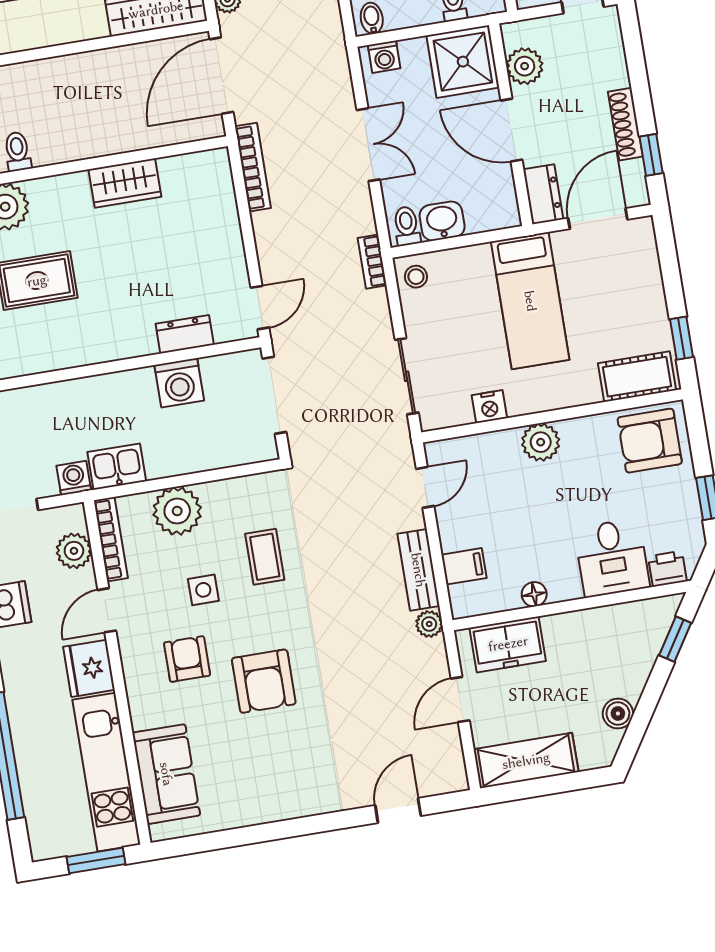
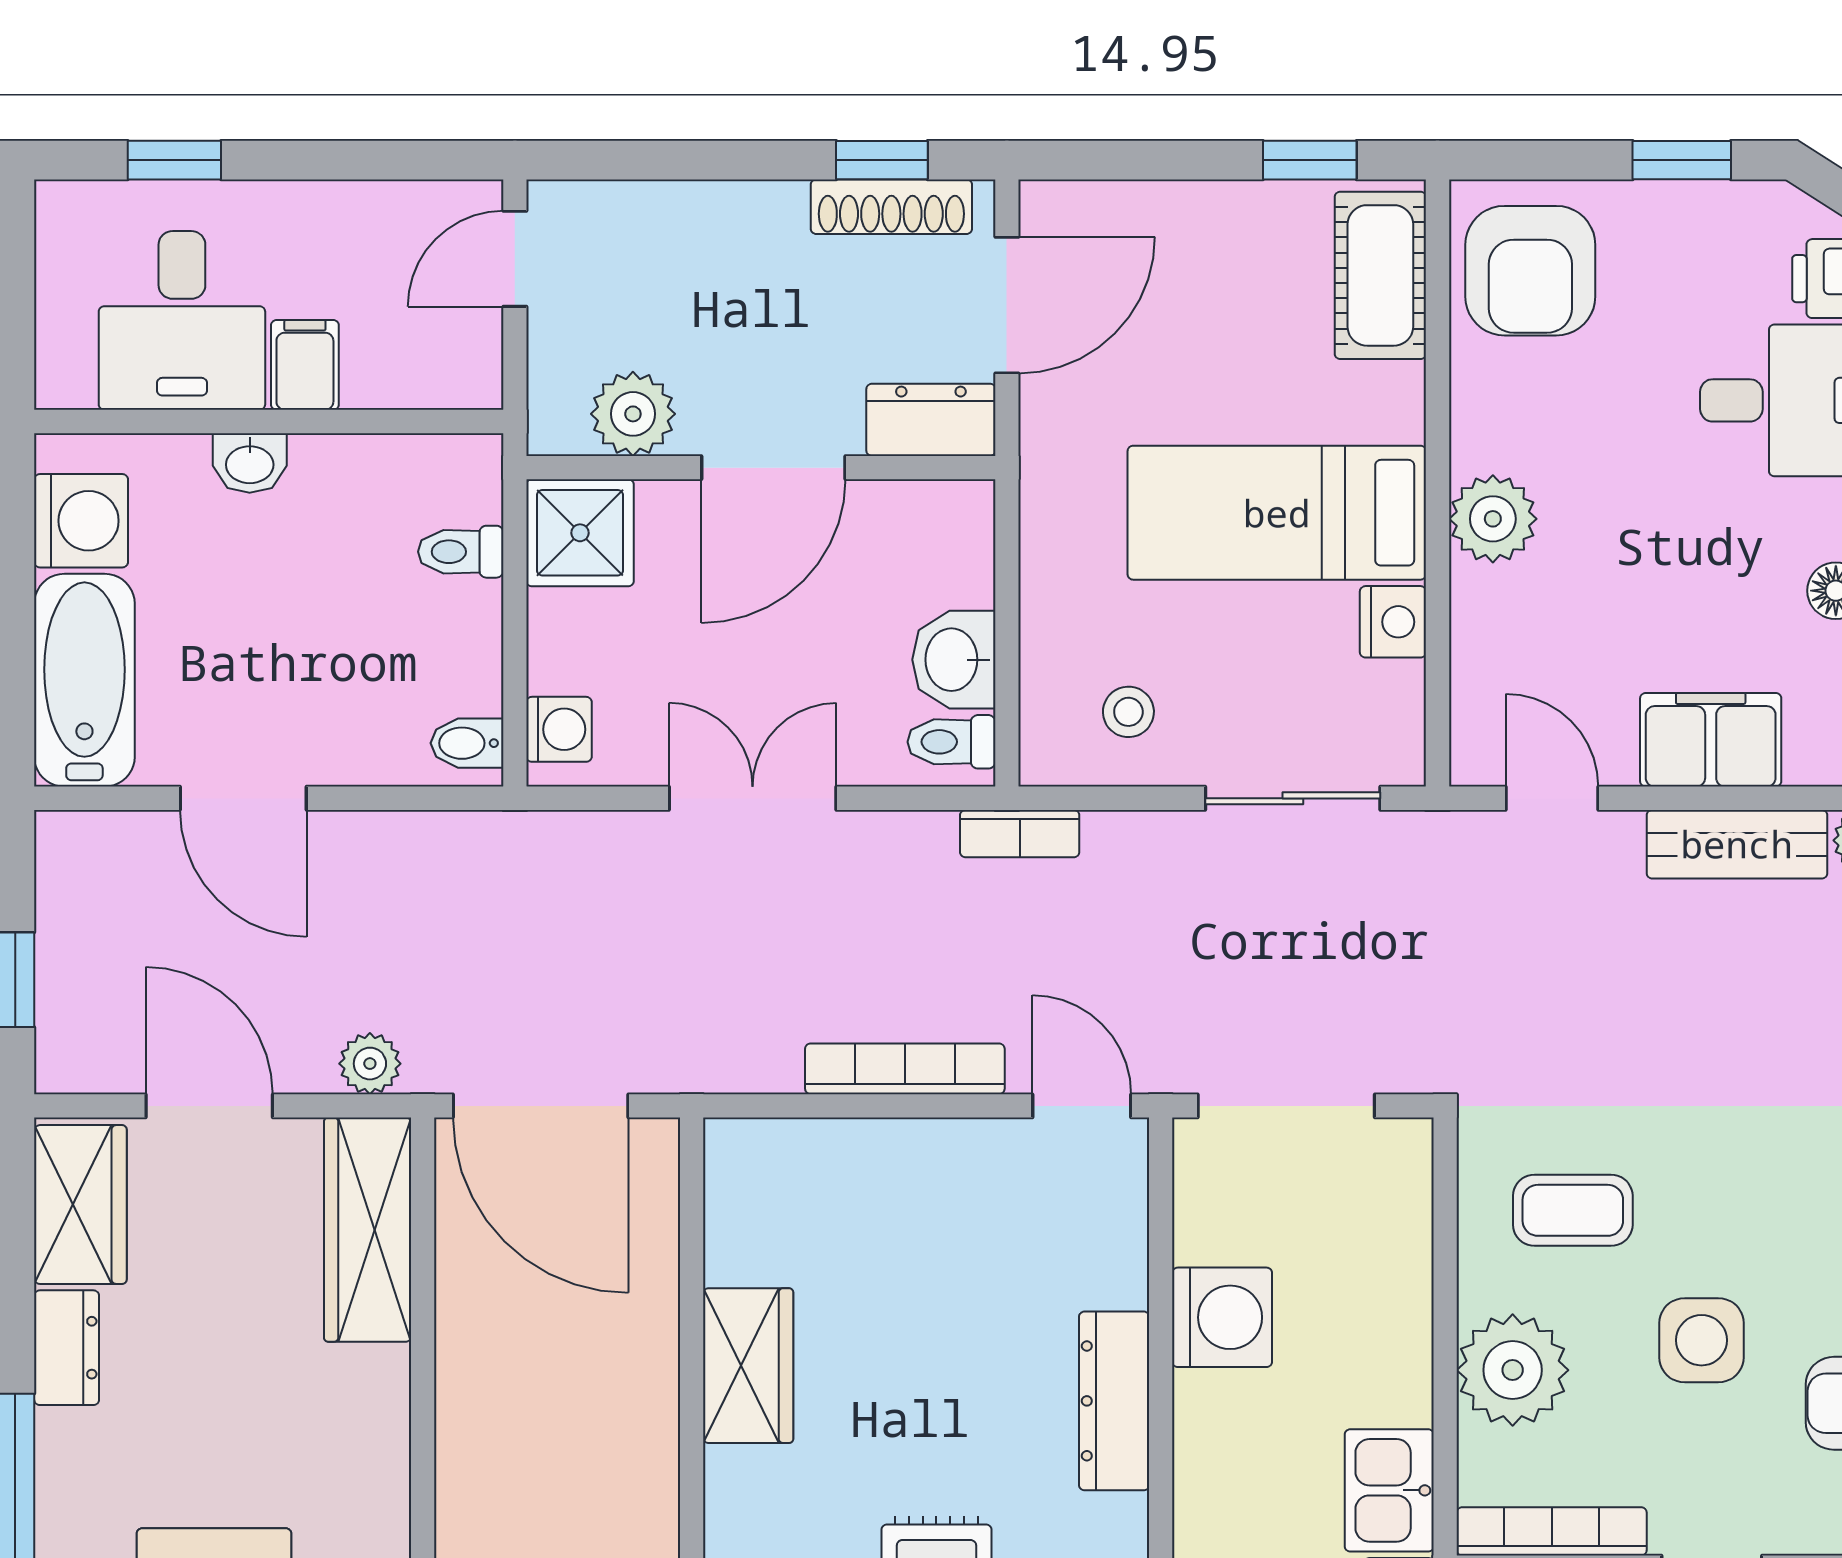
shower: (463, 62) -> (580, 533), width x0.73, depth x0.73
shoe rack: (625, 124) -> (891, 207), moved
bookcase: (253, 167) -> (905, 1069), moved
door: (598, 219) -> (1007, 305), swing flipped
stool: (416, 277) -> (1128, 712), moved
bed: (530, 301) -> (1277, 513), moved, turned 180
dresser: (185, 334) -> (1114, 1401), moved, width x1.44
coffee table: (265, 557) -> (1573, 1210), moved
filing cabinet: (464, 566) -> (1711, 740), width x2.00
side table: (203, 590) -> (1701, 1340), width x1.37, depth x1.37

